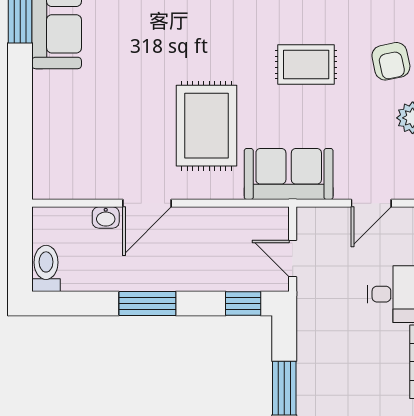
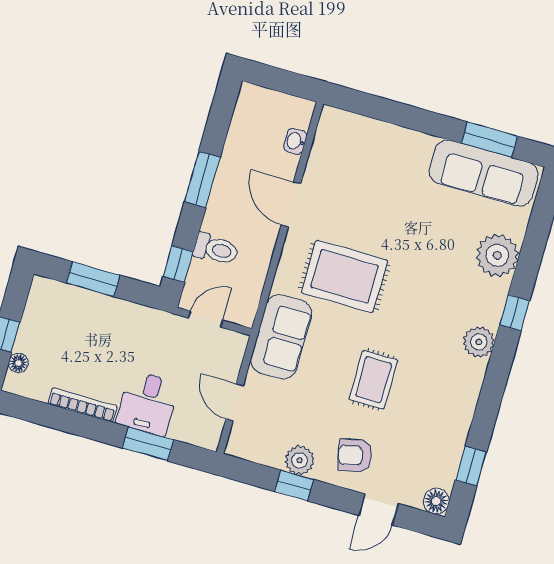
washbasin: (106, 218) -> (295, 141), moved
toilet: (46, 268) -> (216, 249), moved

